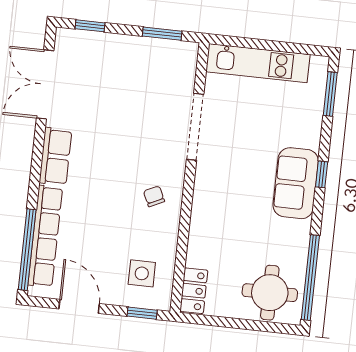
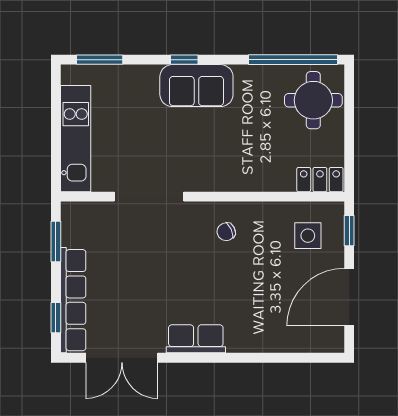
row of seats: (45, 236) -> (73, 300), moved, turned 90
window: (27, 250) -> (296, 358), removed
door: (79, 306) -> (349, 297), width x1.36

